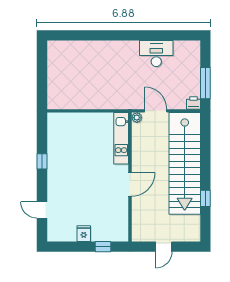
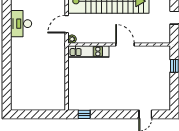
window: (42, 161) -> (84, 114), moved
fridge: (84, 234) -> (164, 81), removed

